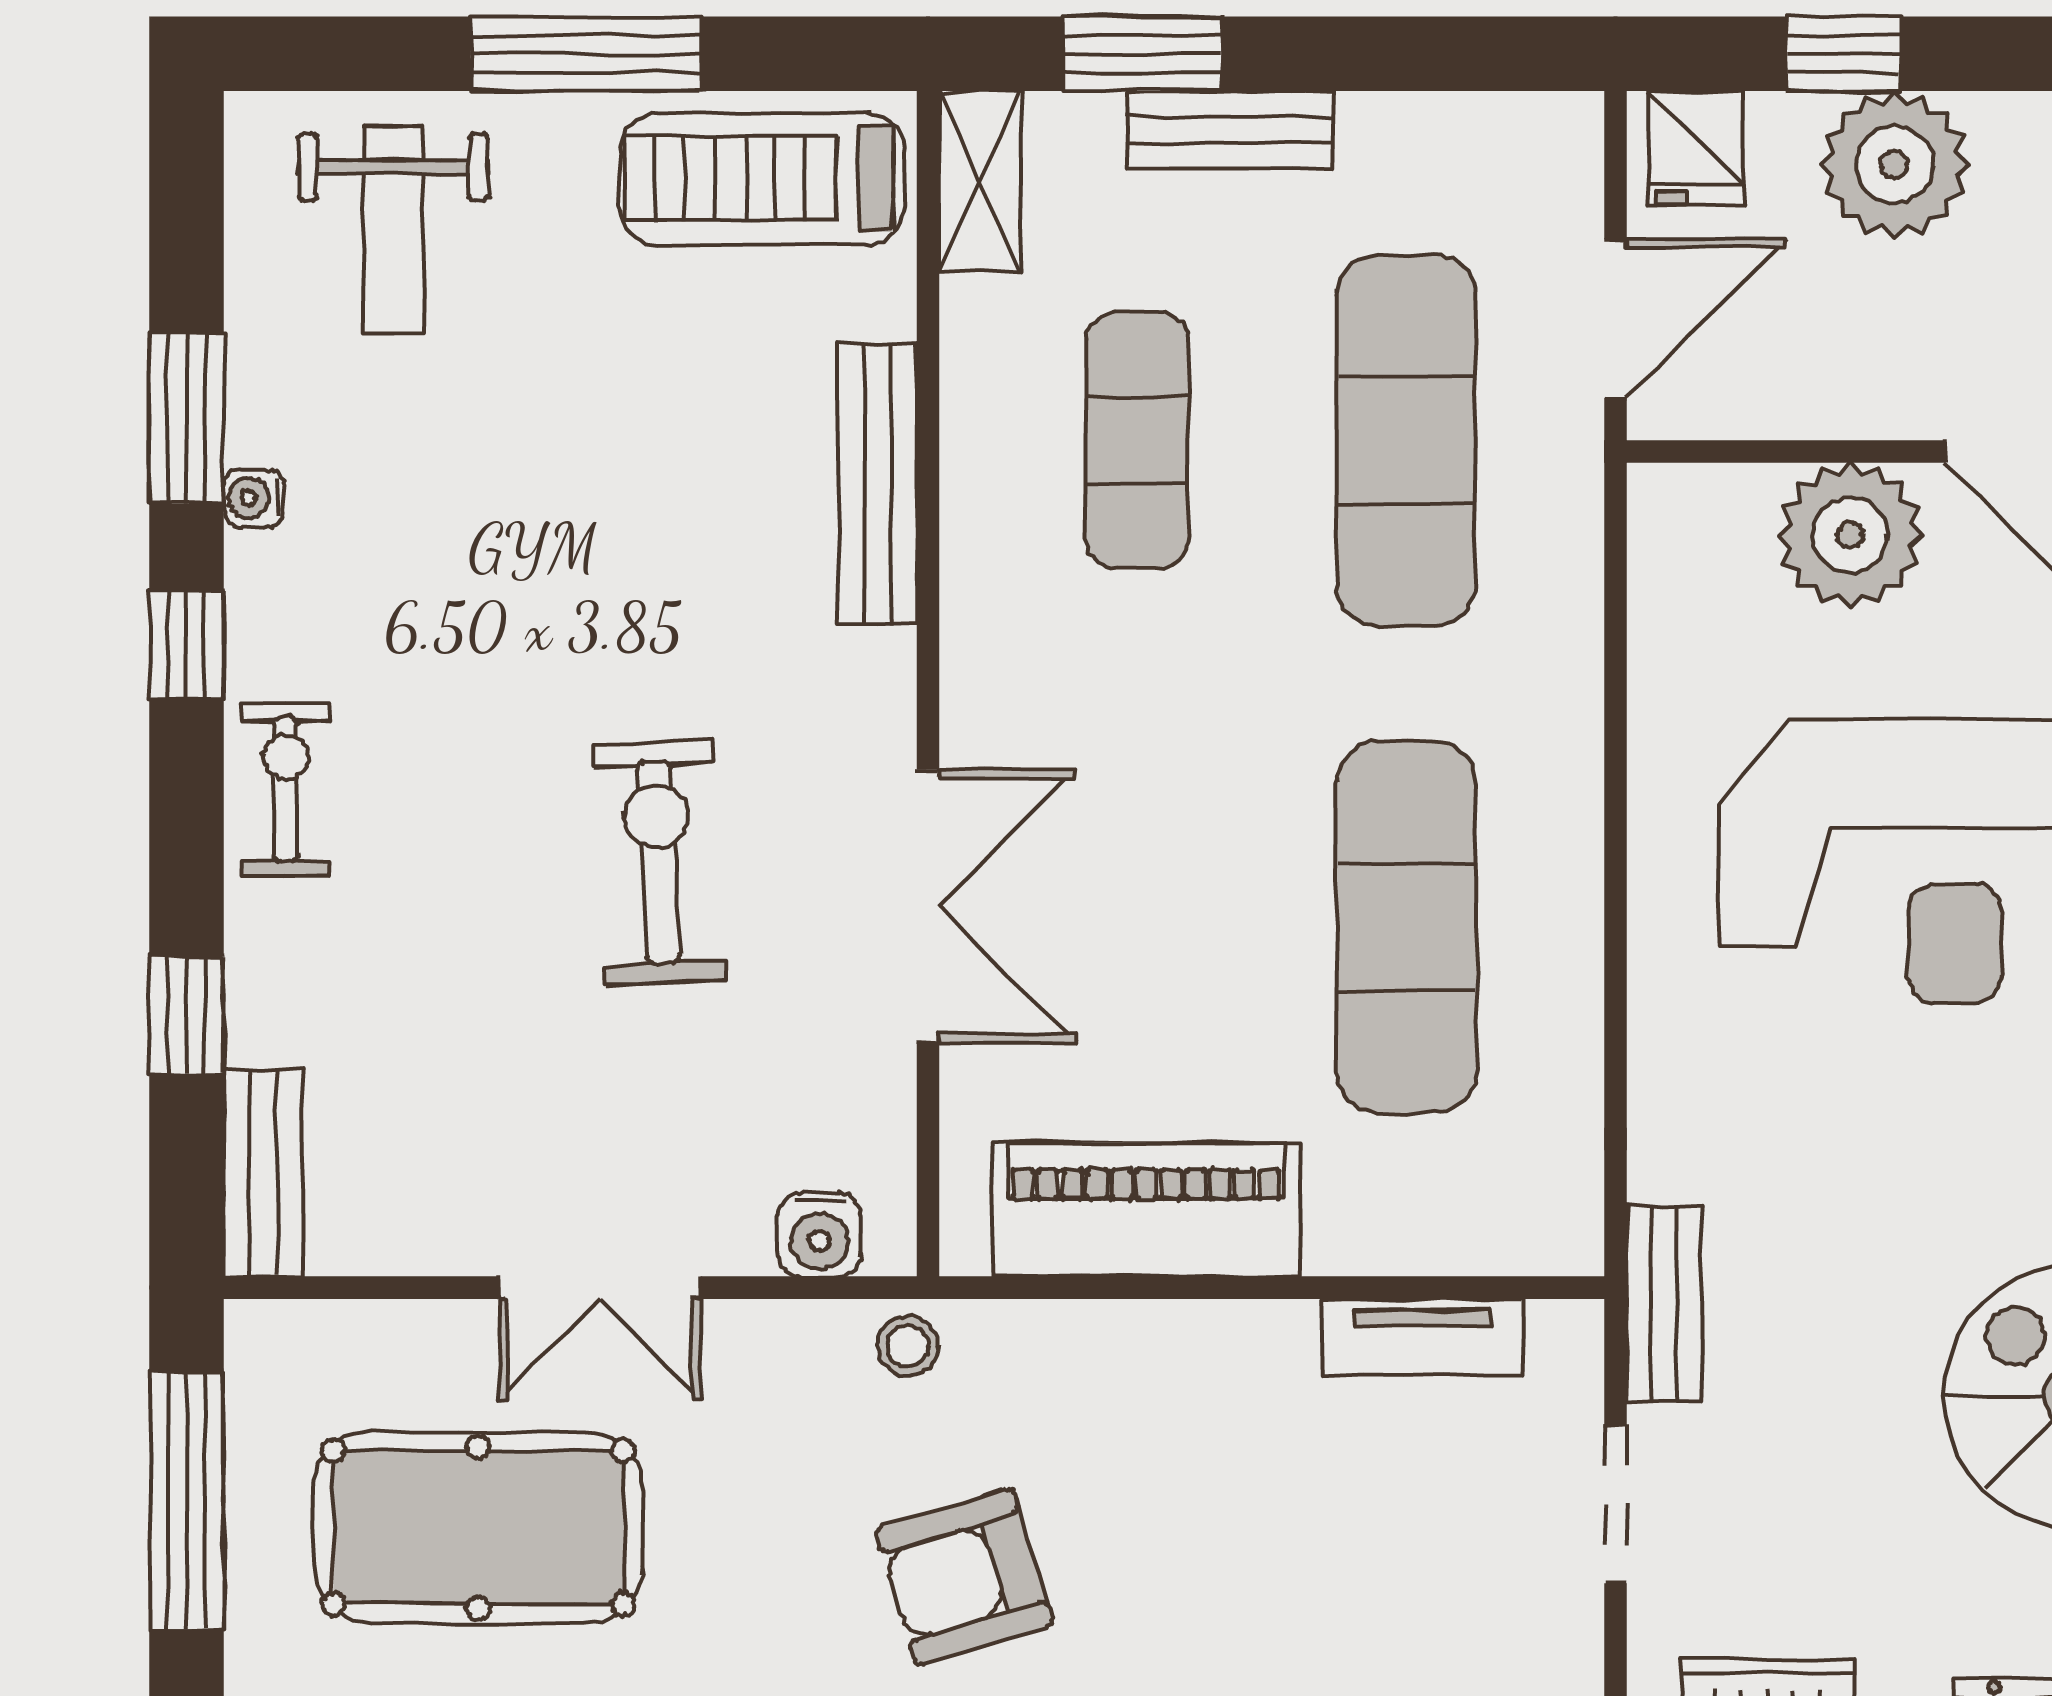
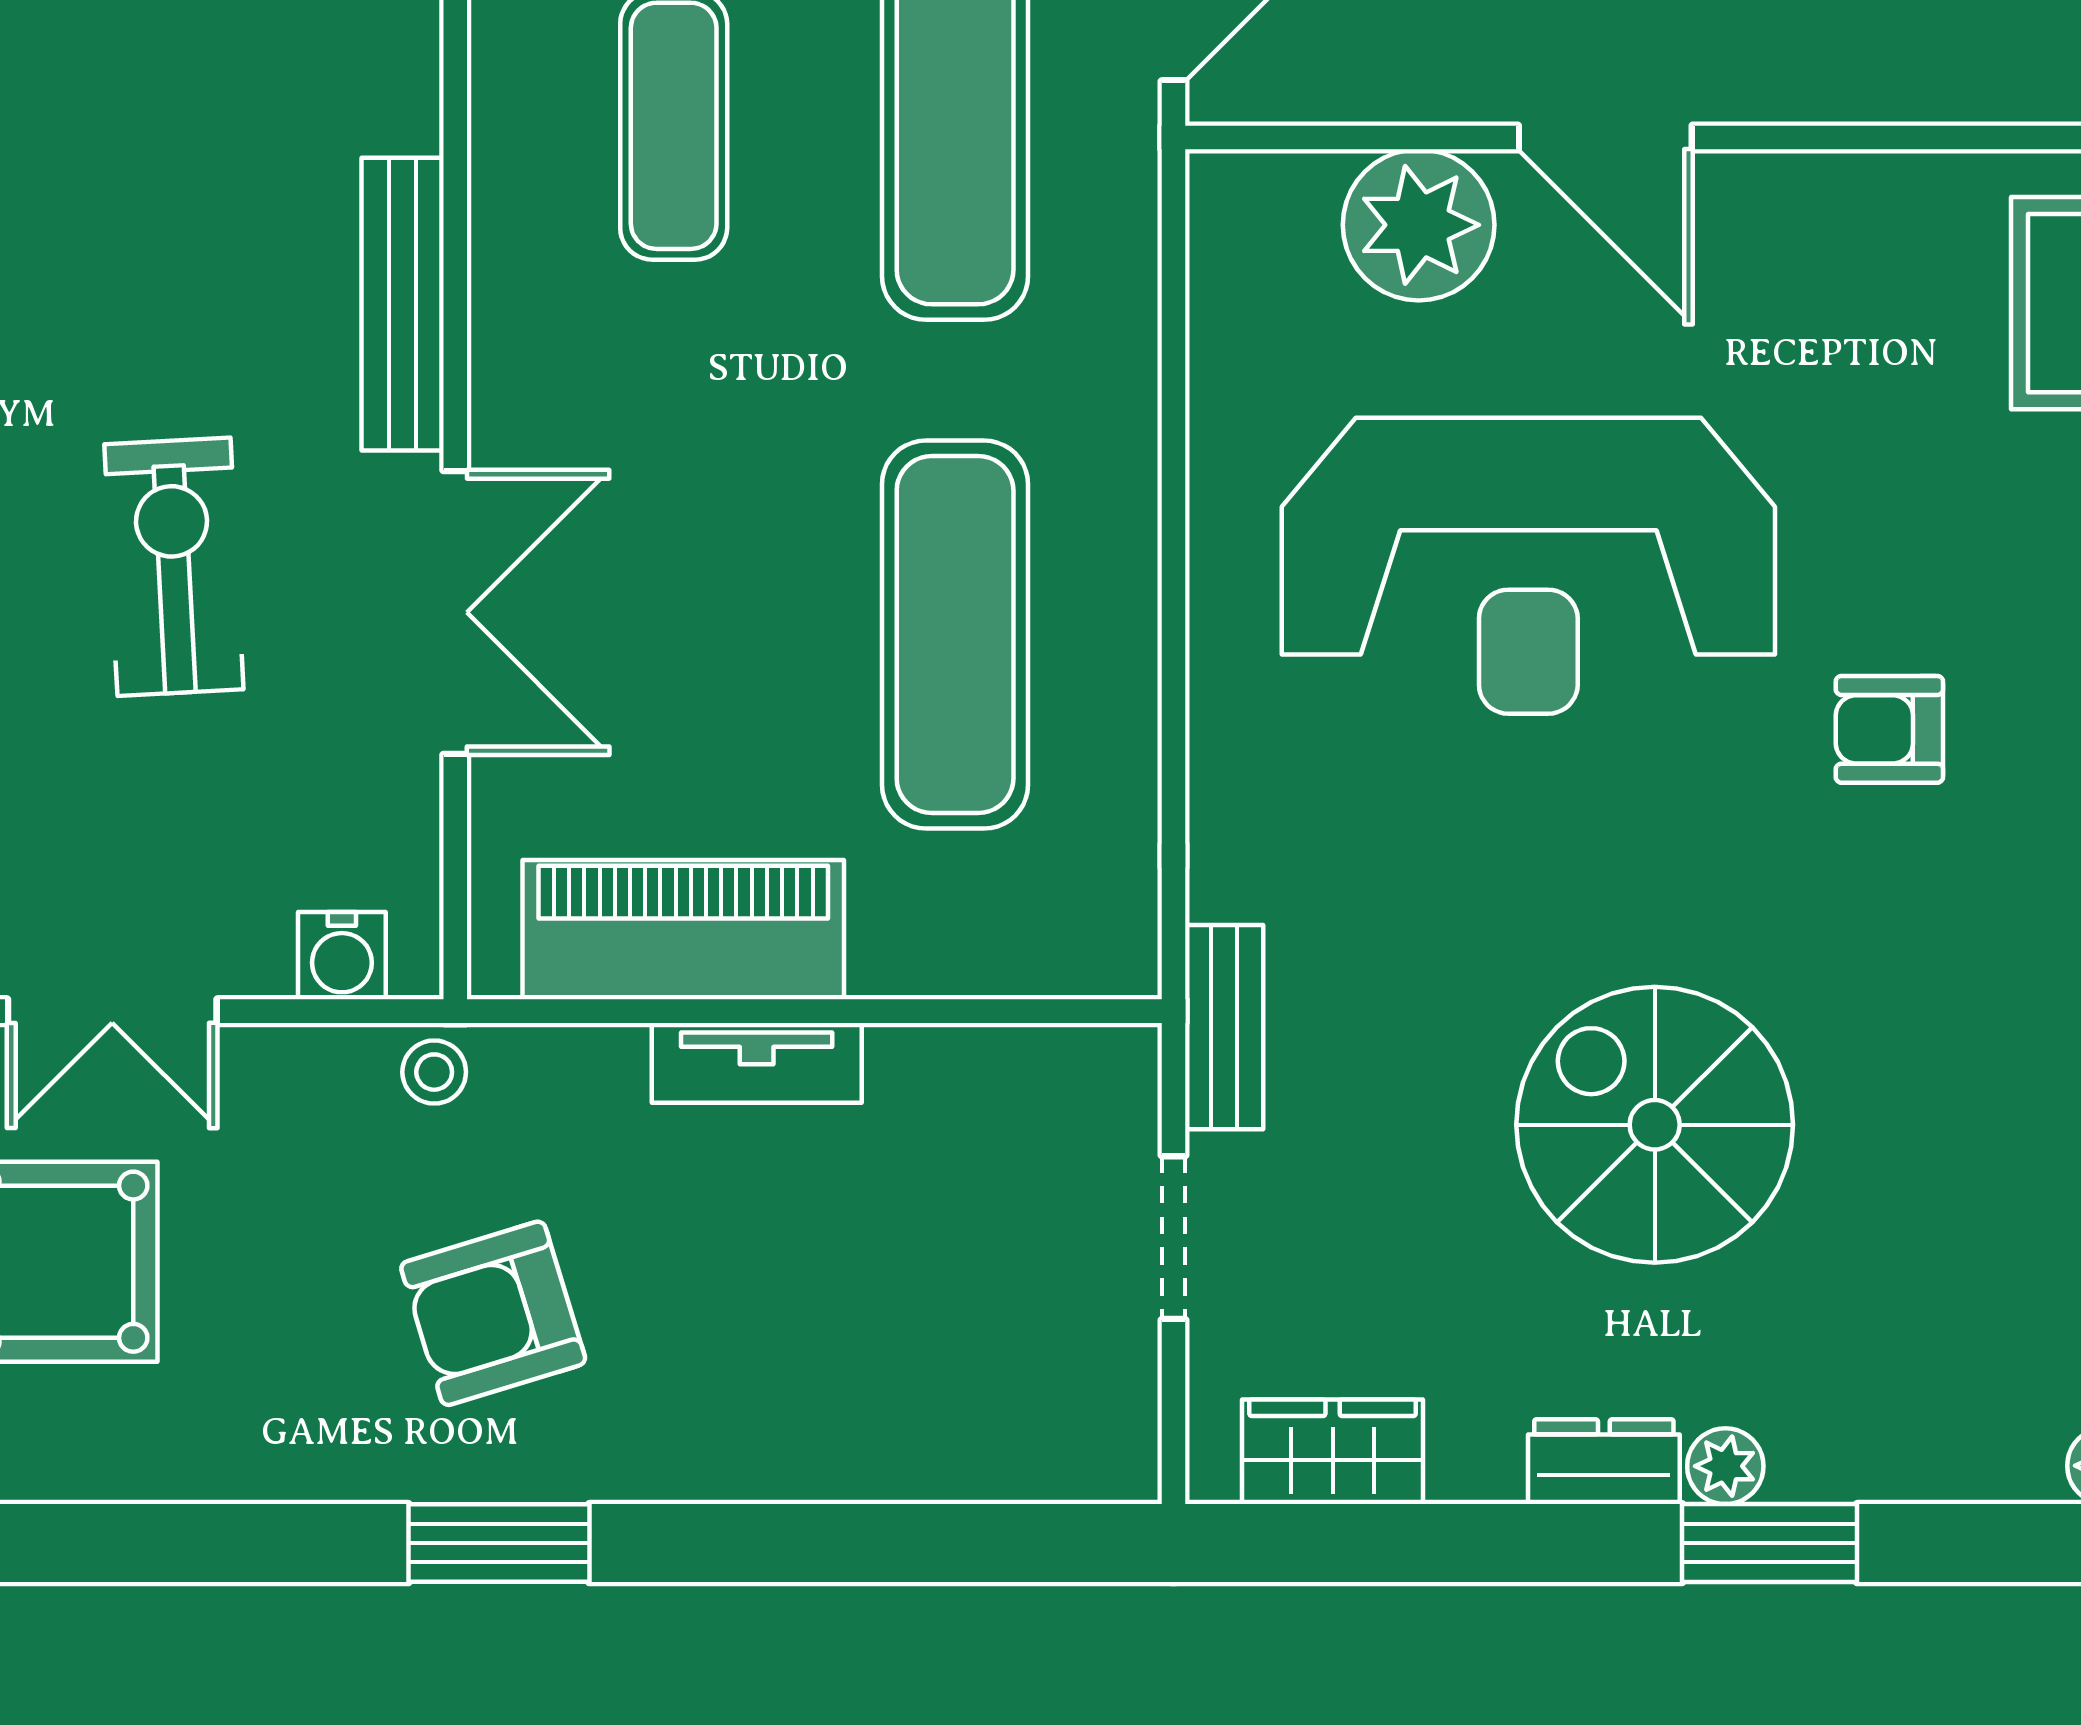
bench: (878, 484) -> (403, 304), moved
tv unit: (1422, 1337) -> (757, 1063), moved

